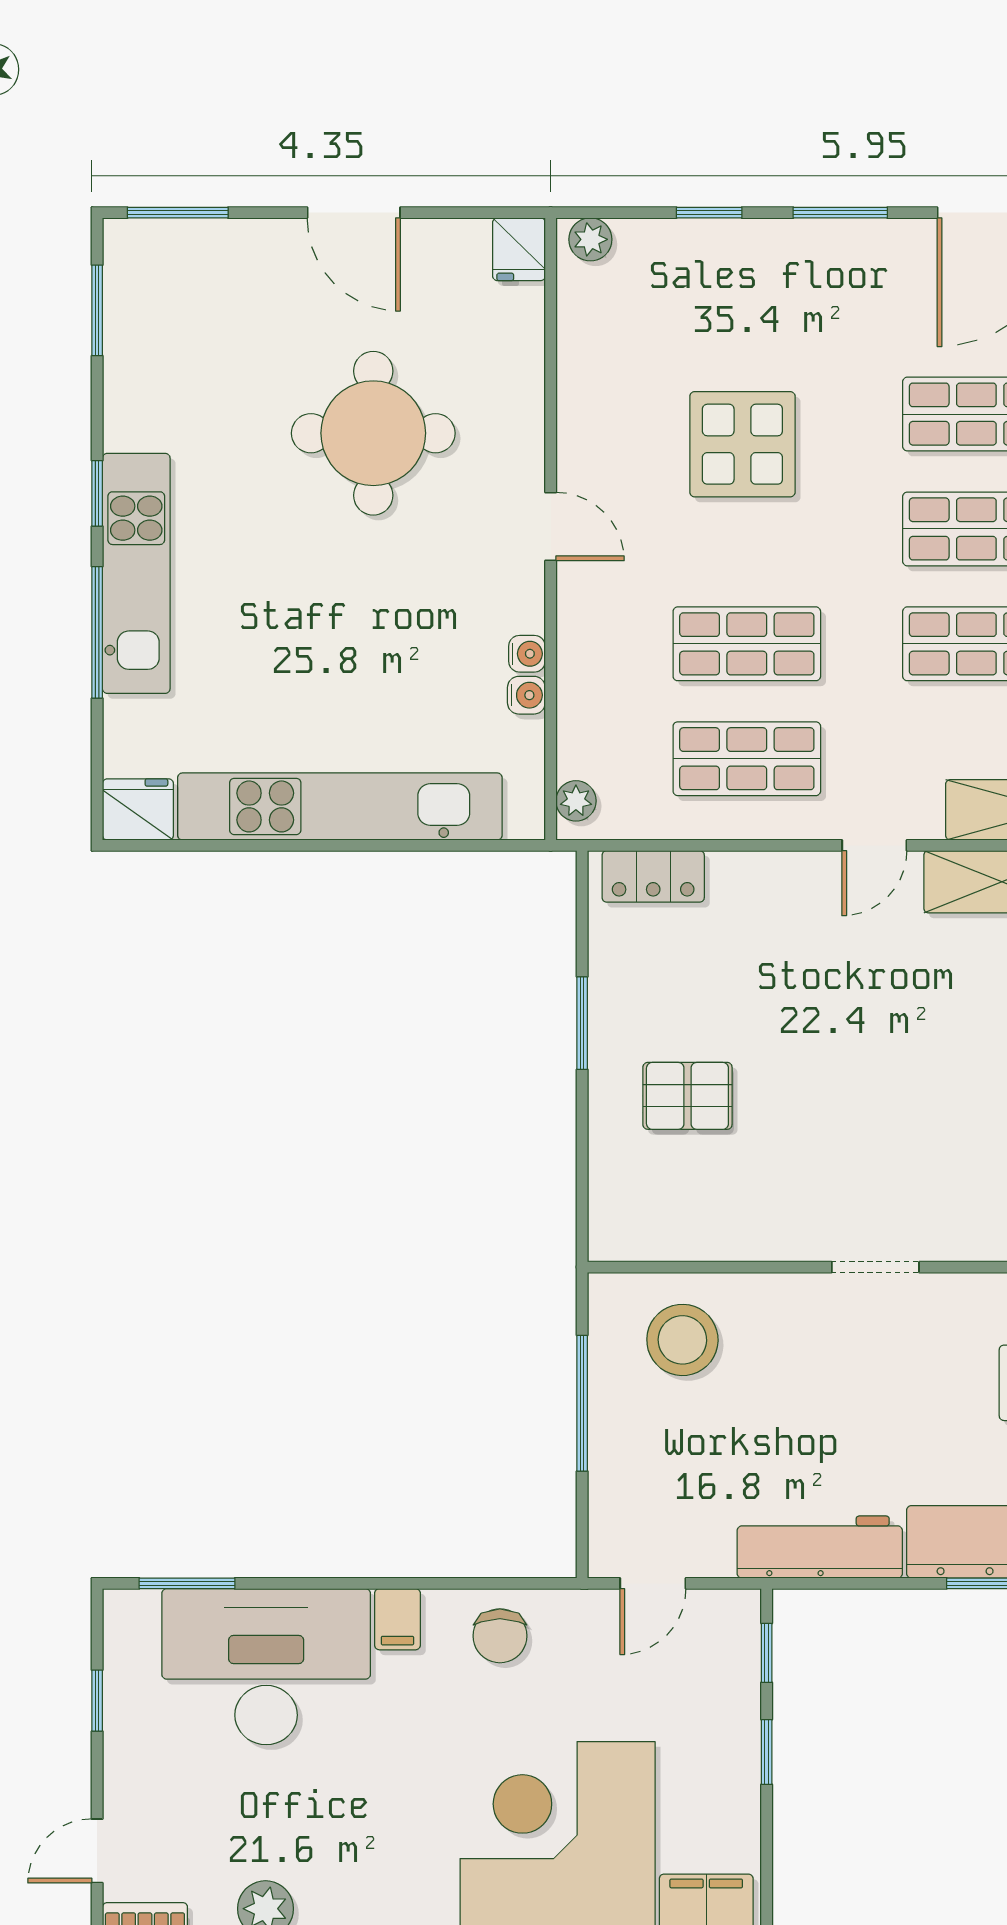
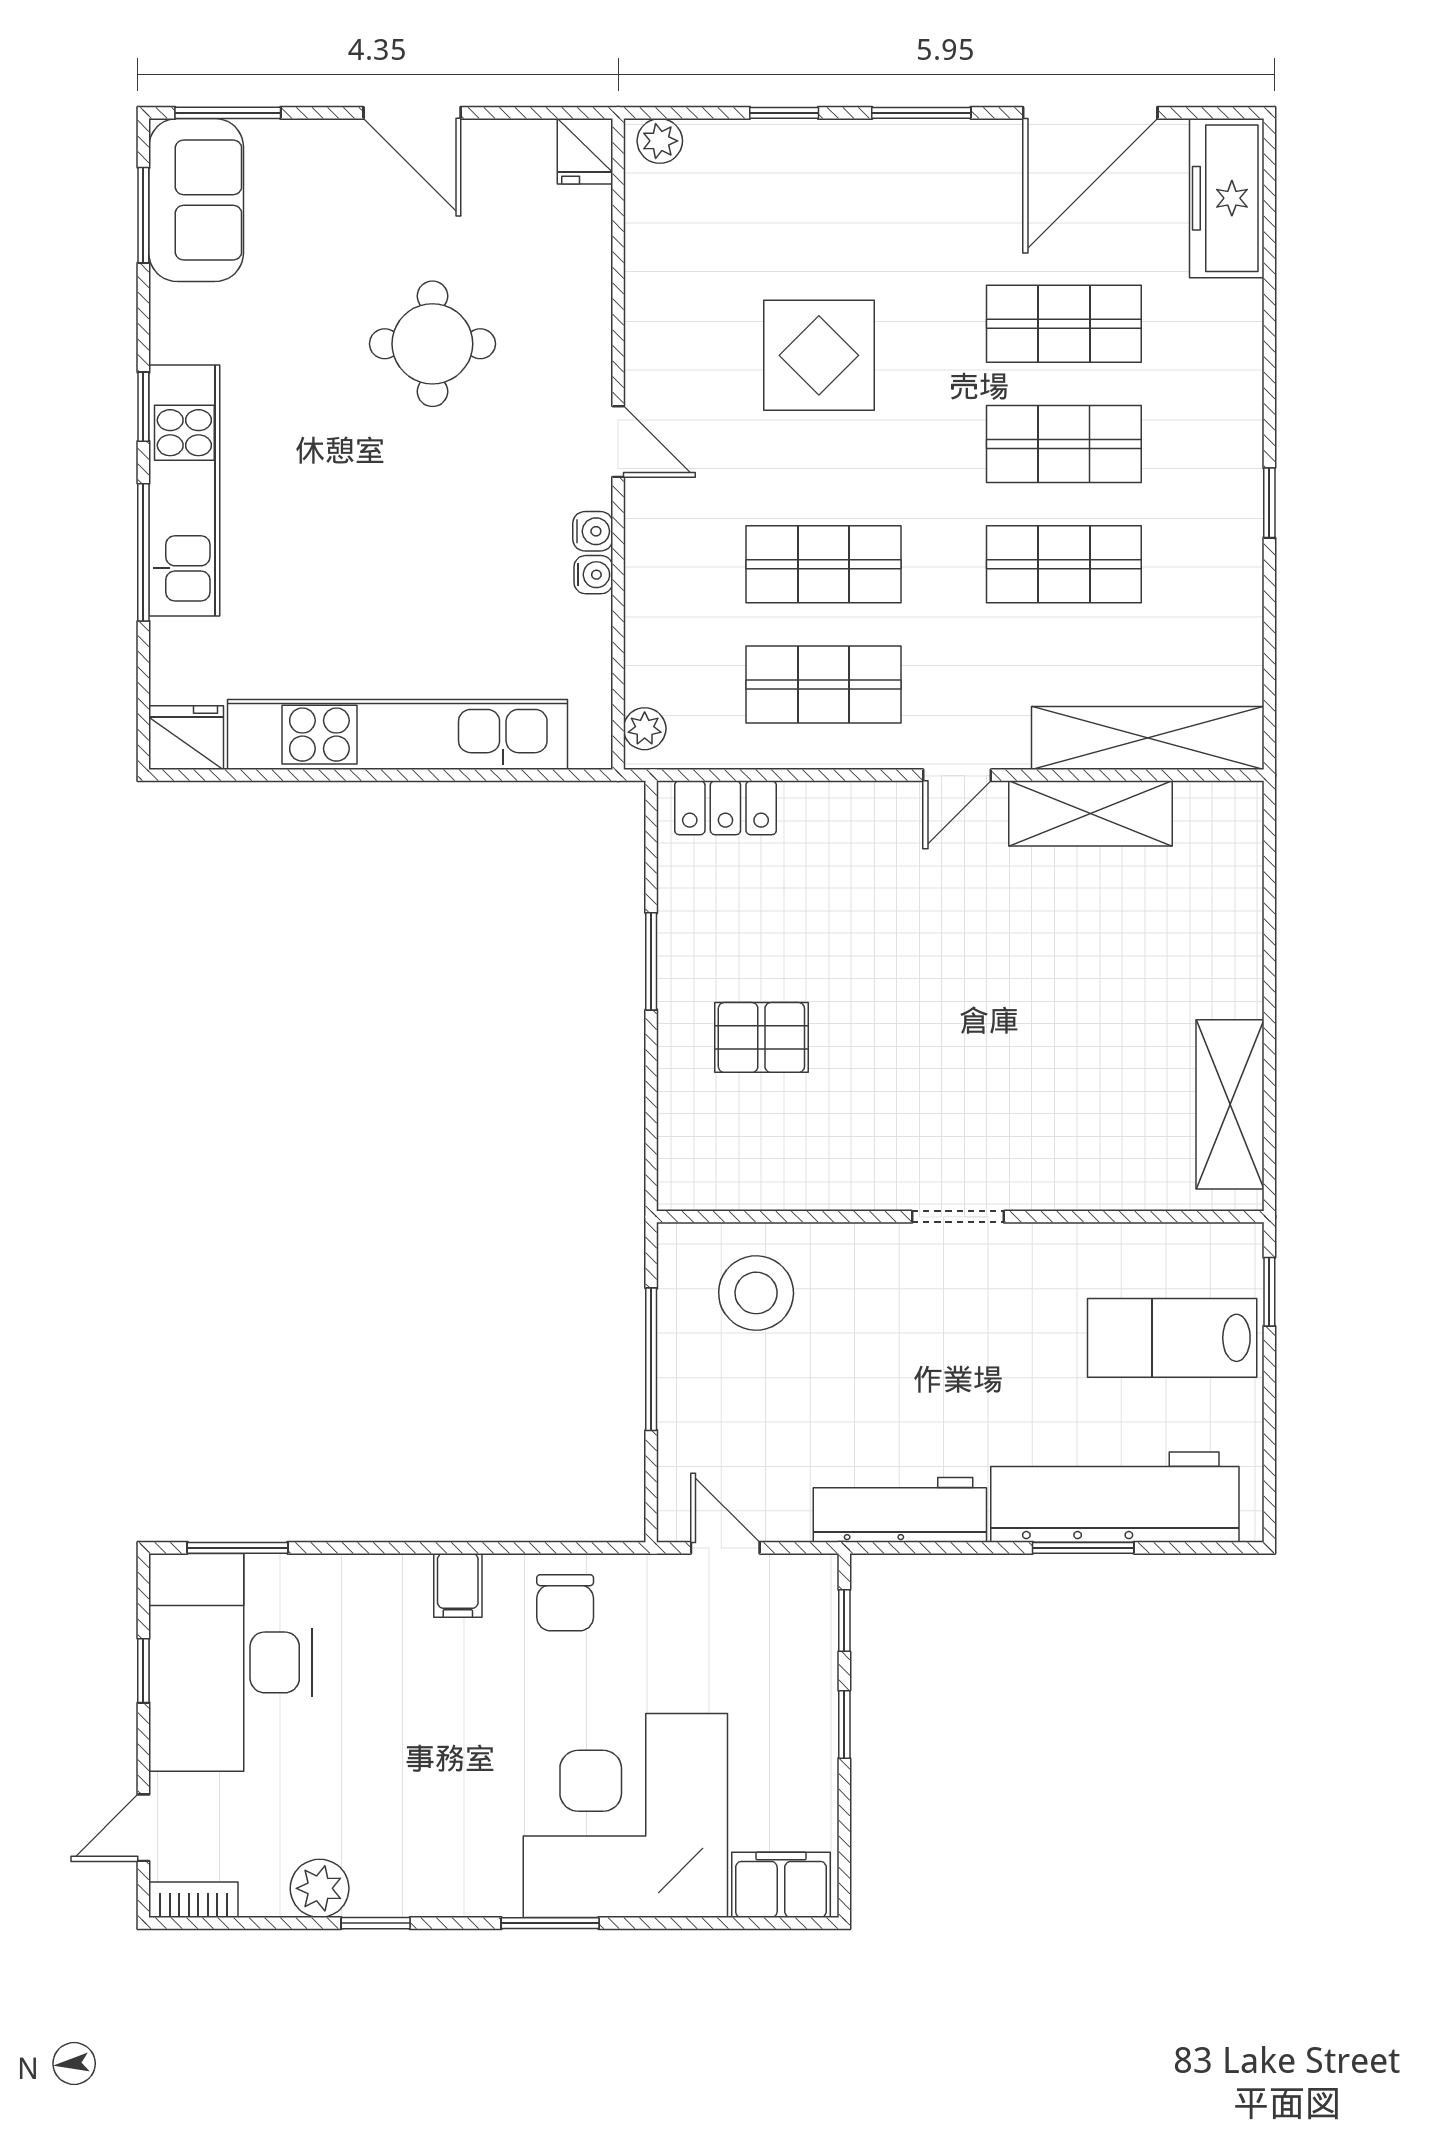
sofa: (147, 296) -> (196, 200), added
round table: (373, 433) -> (432, 344), width x0.73, depth x0.73
water cooler: (526, 695) -> (593, 531), moved
door: (653, 1583) -> (725, 1548), swing flipped
desk: (266, 1667) -> (231, 1662), moved, turned -90

